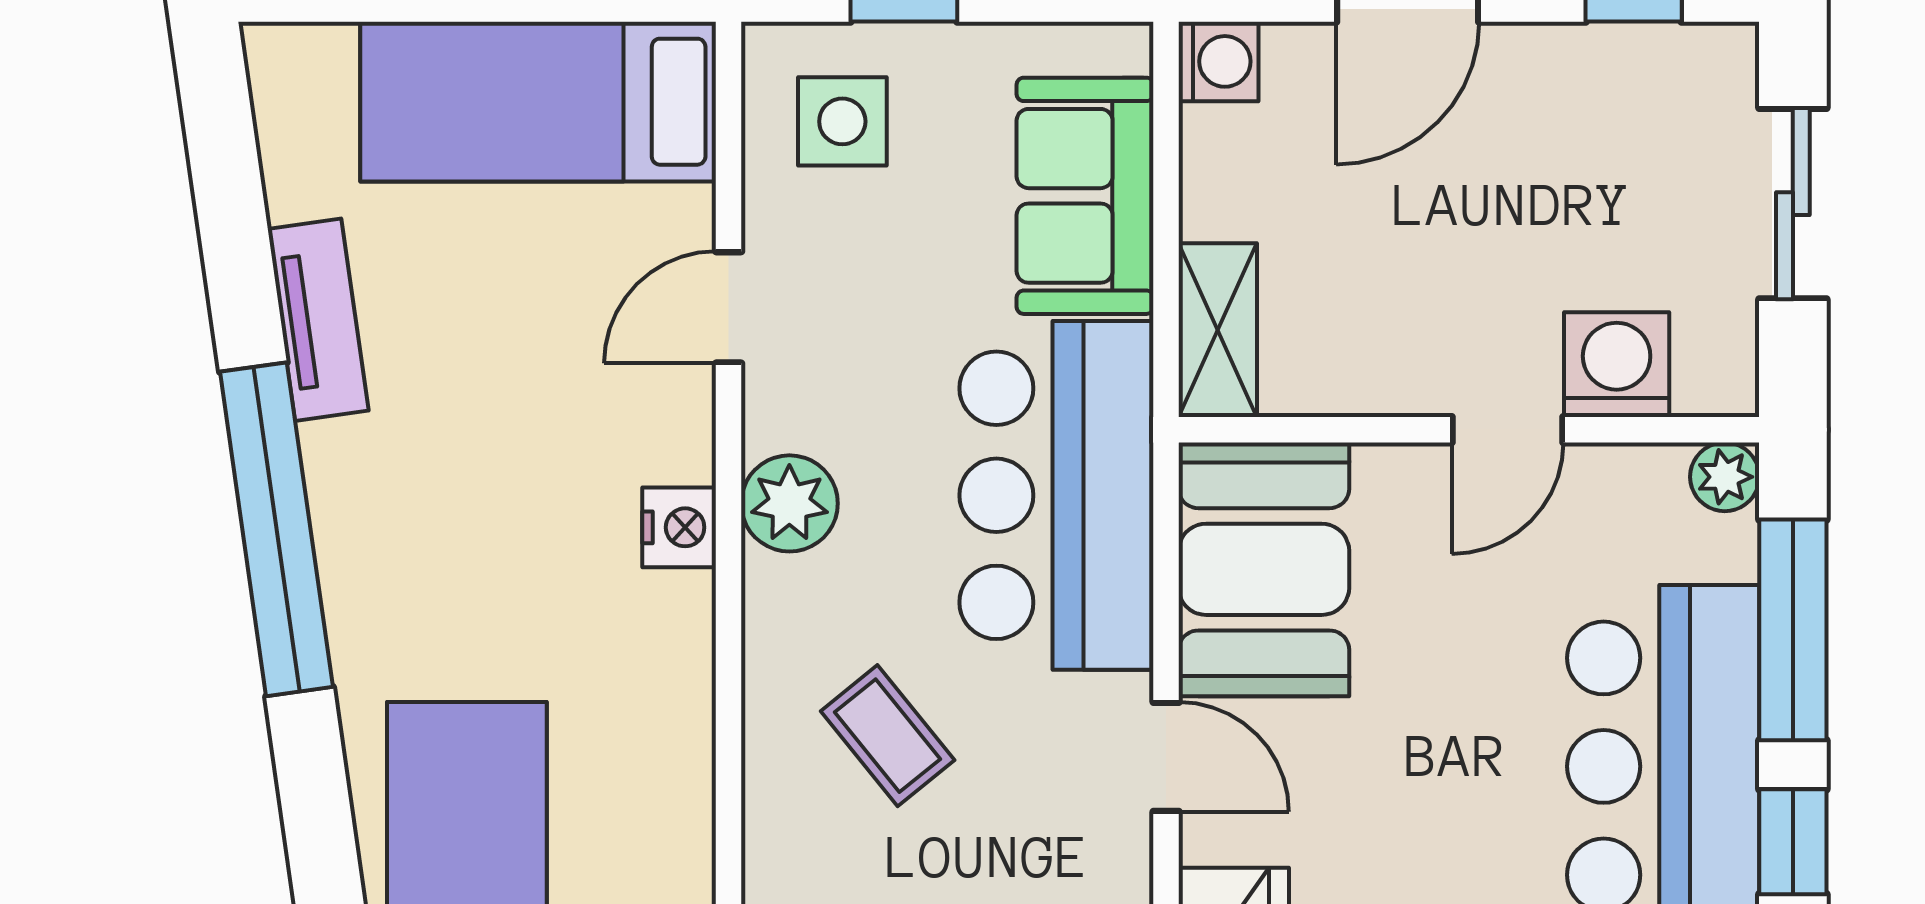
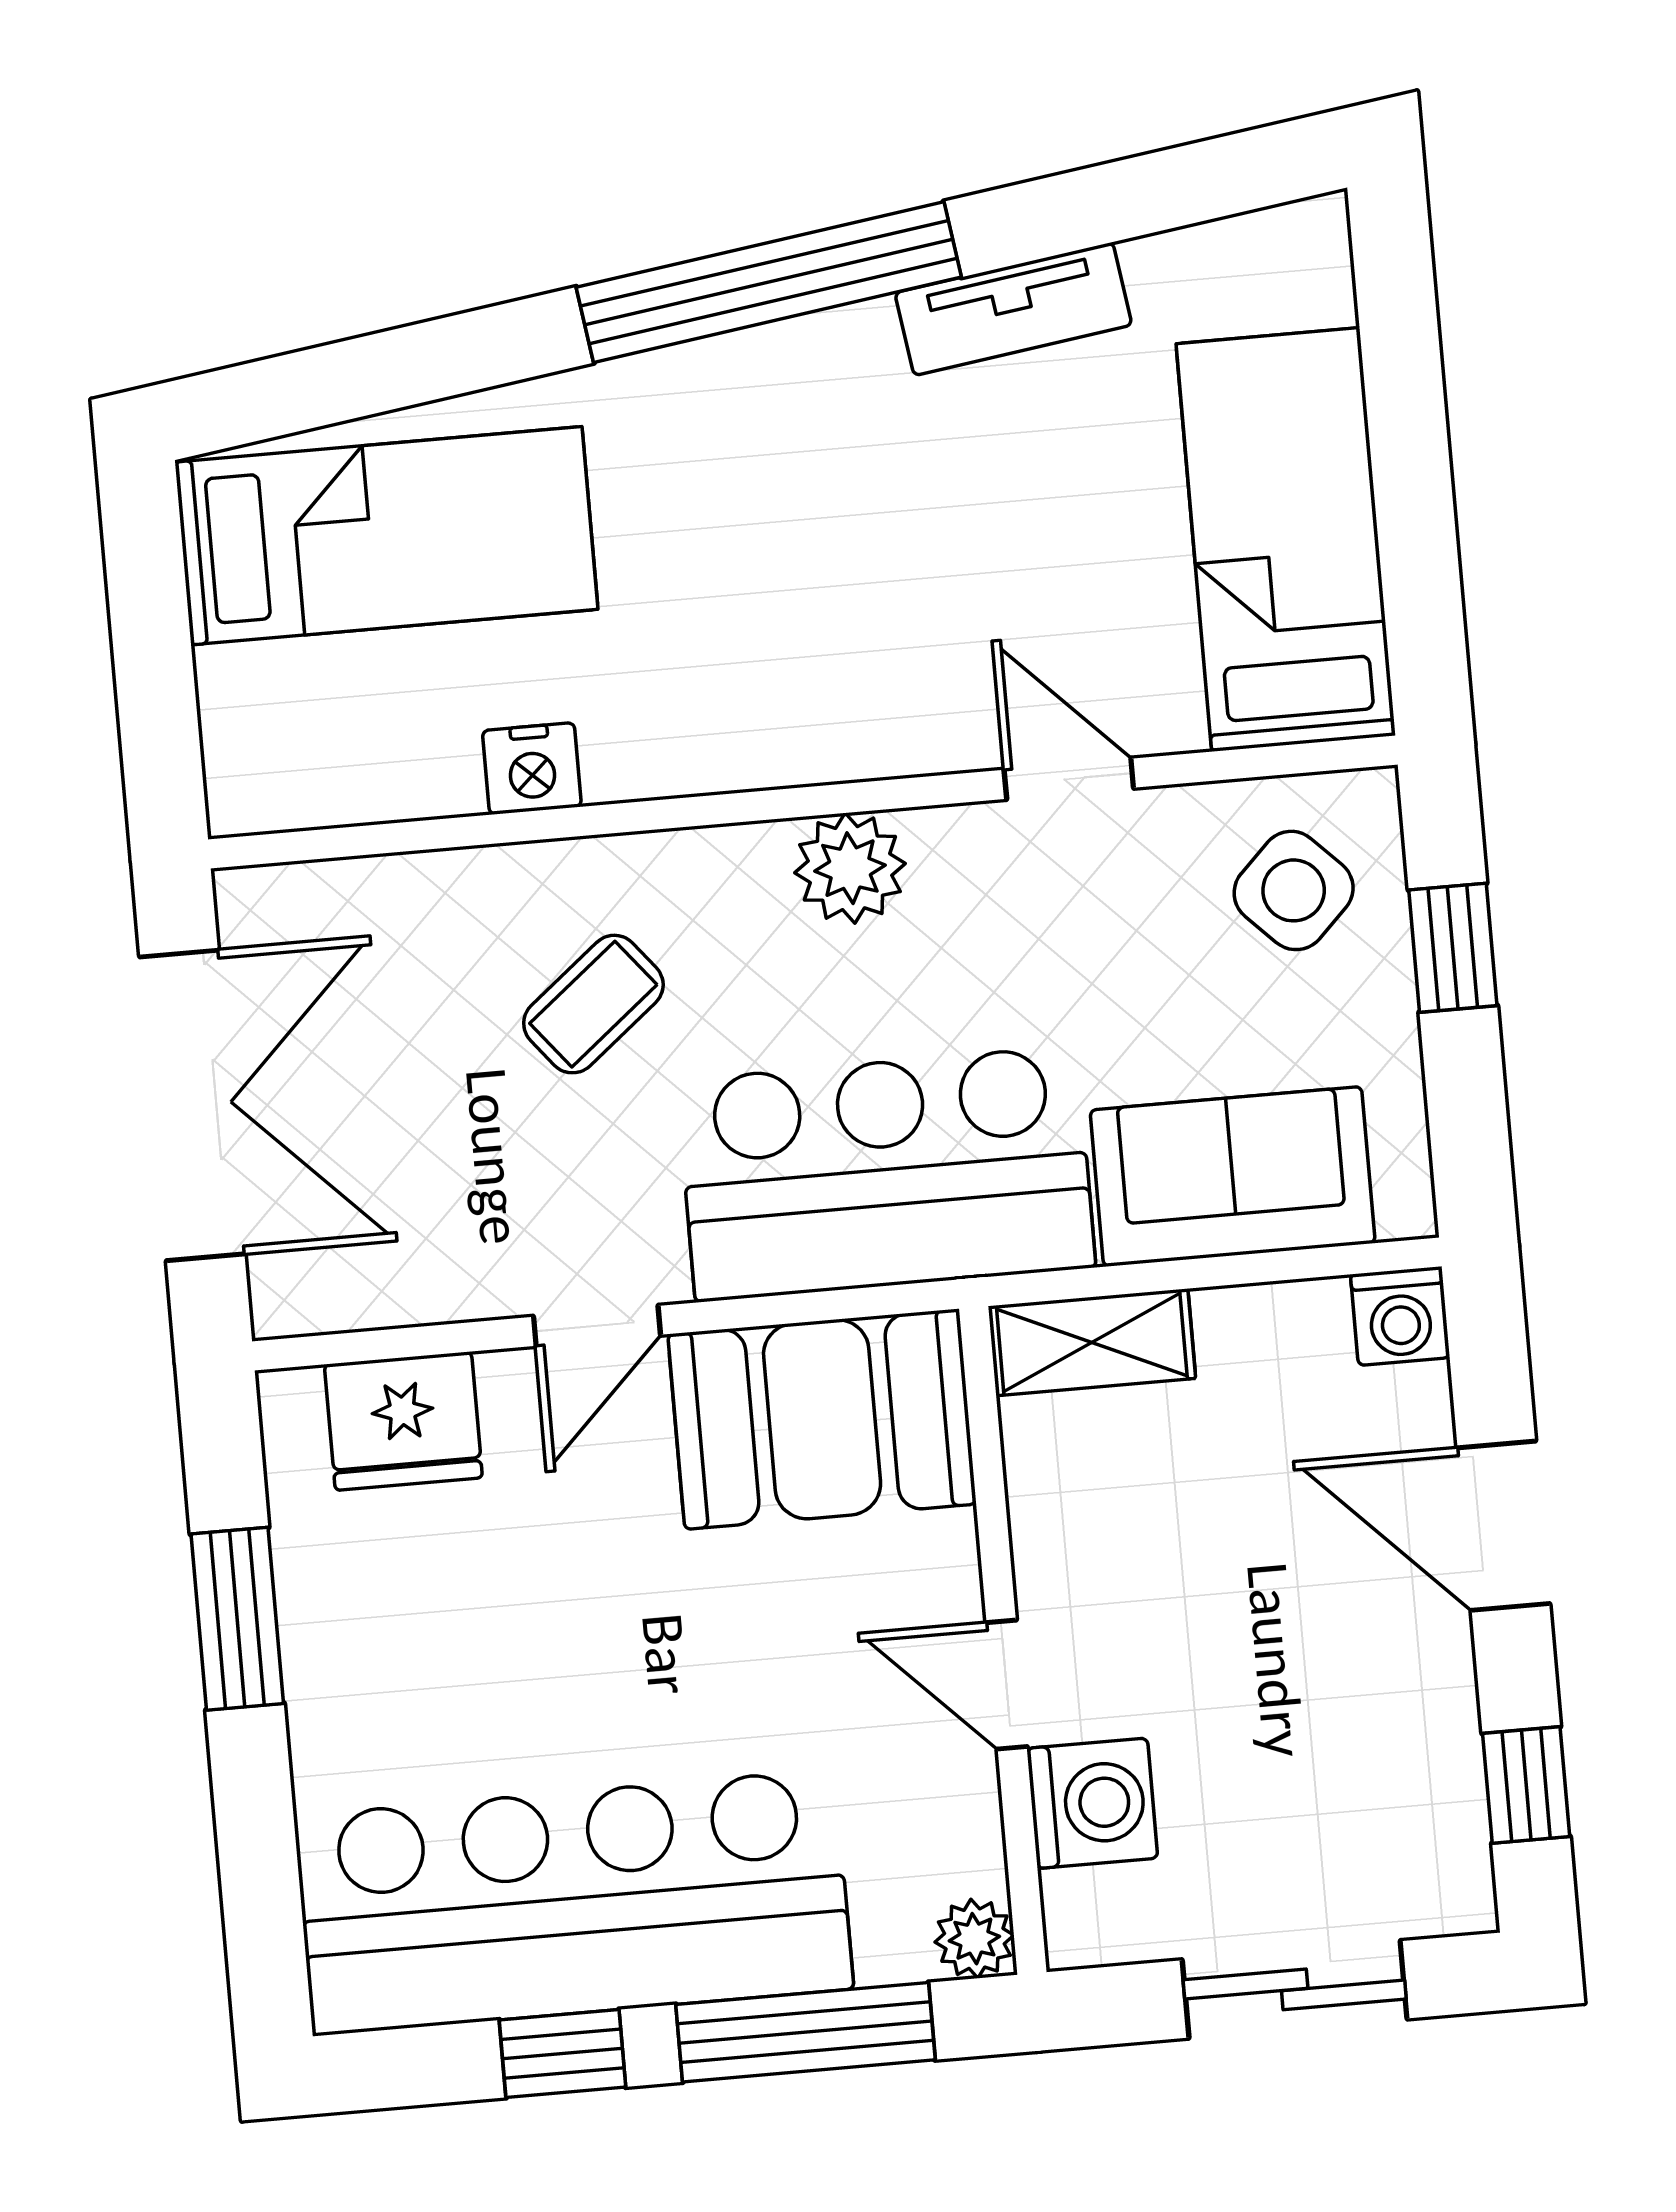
side table: (842, 121) -> (1294, 890), turned 45
nightstand: (679, 527) -> (532, 769), moved

